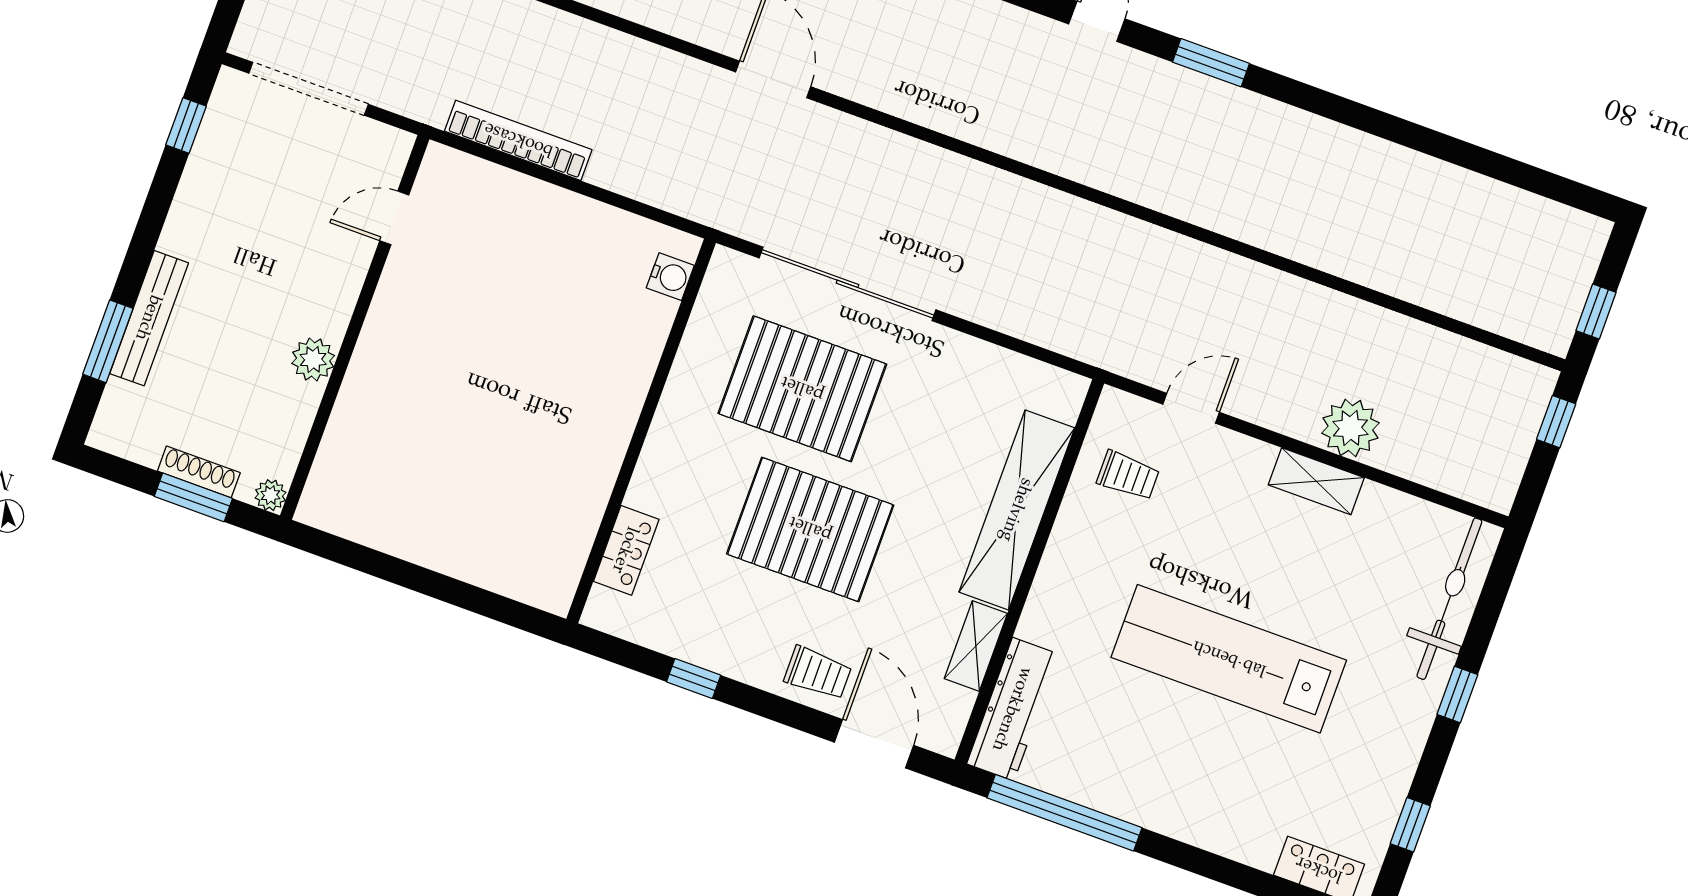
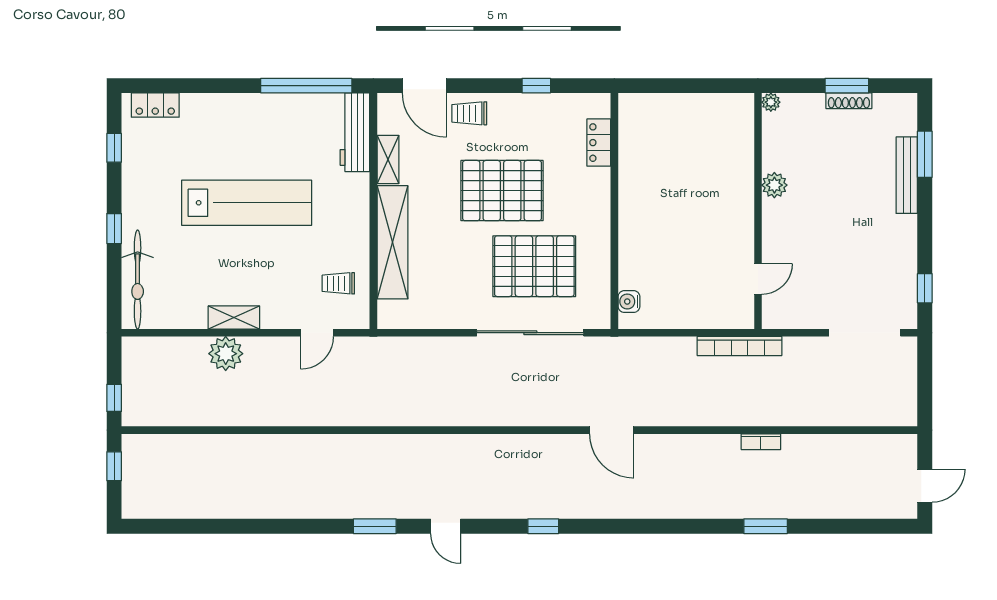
door: (394, 218) -> (758, 279), moved
wall: (355, 327) -> (758, 211), moved
plant: (313, 359) -> (774, 185), moved
plant: (270, 495) -> (771, 102), moved

